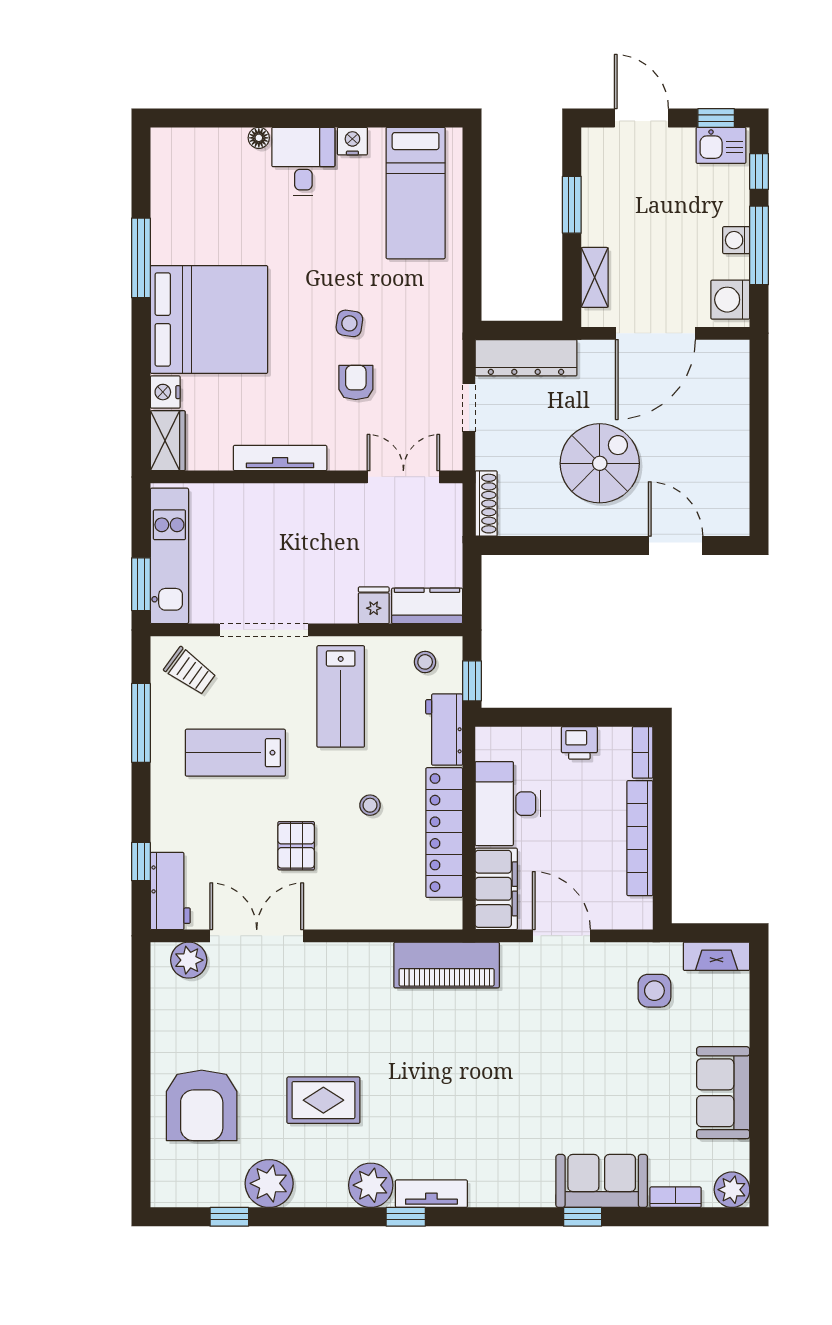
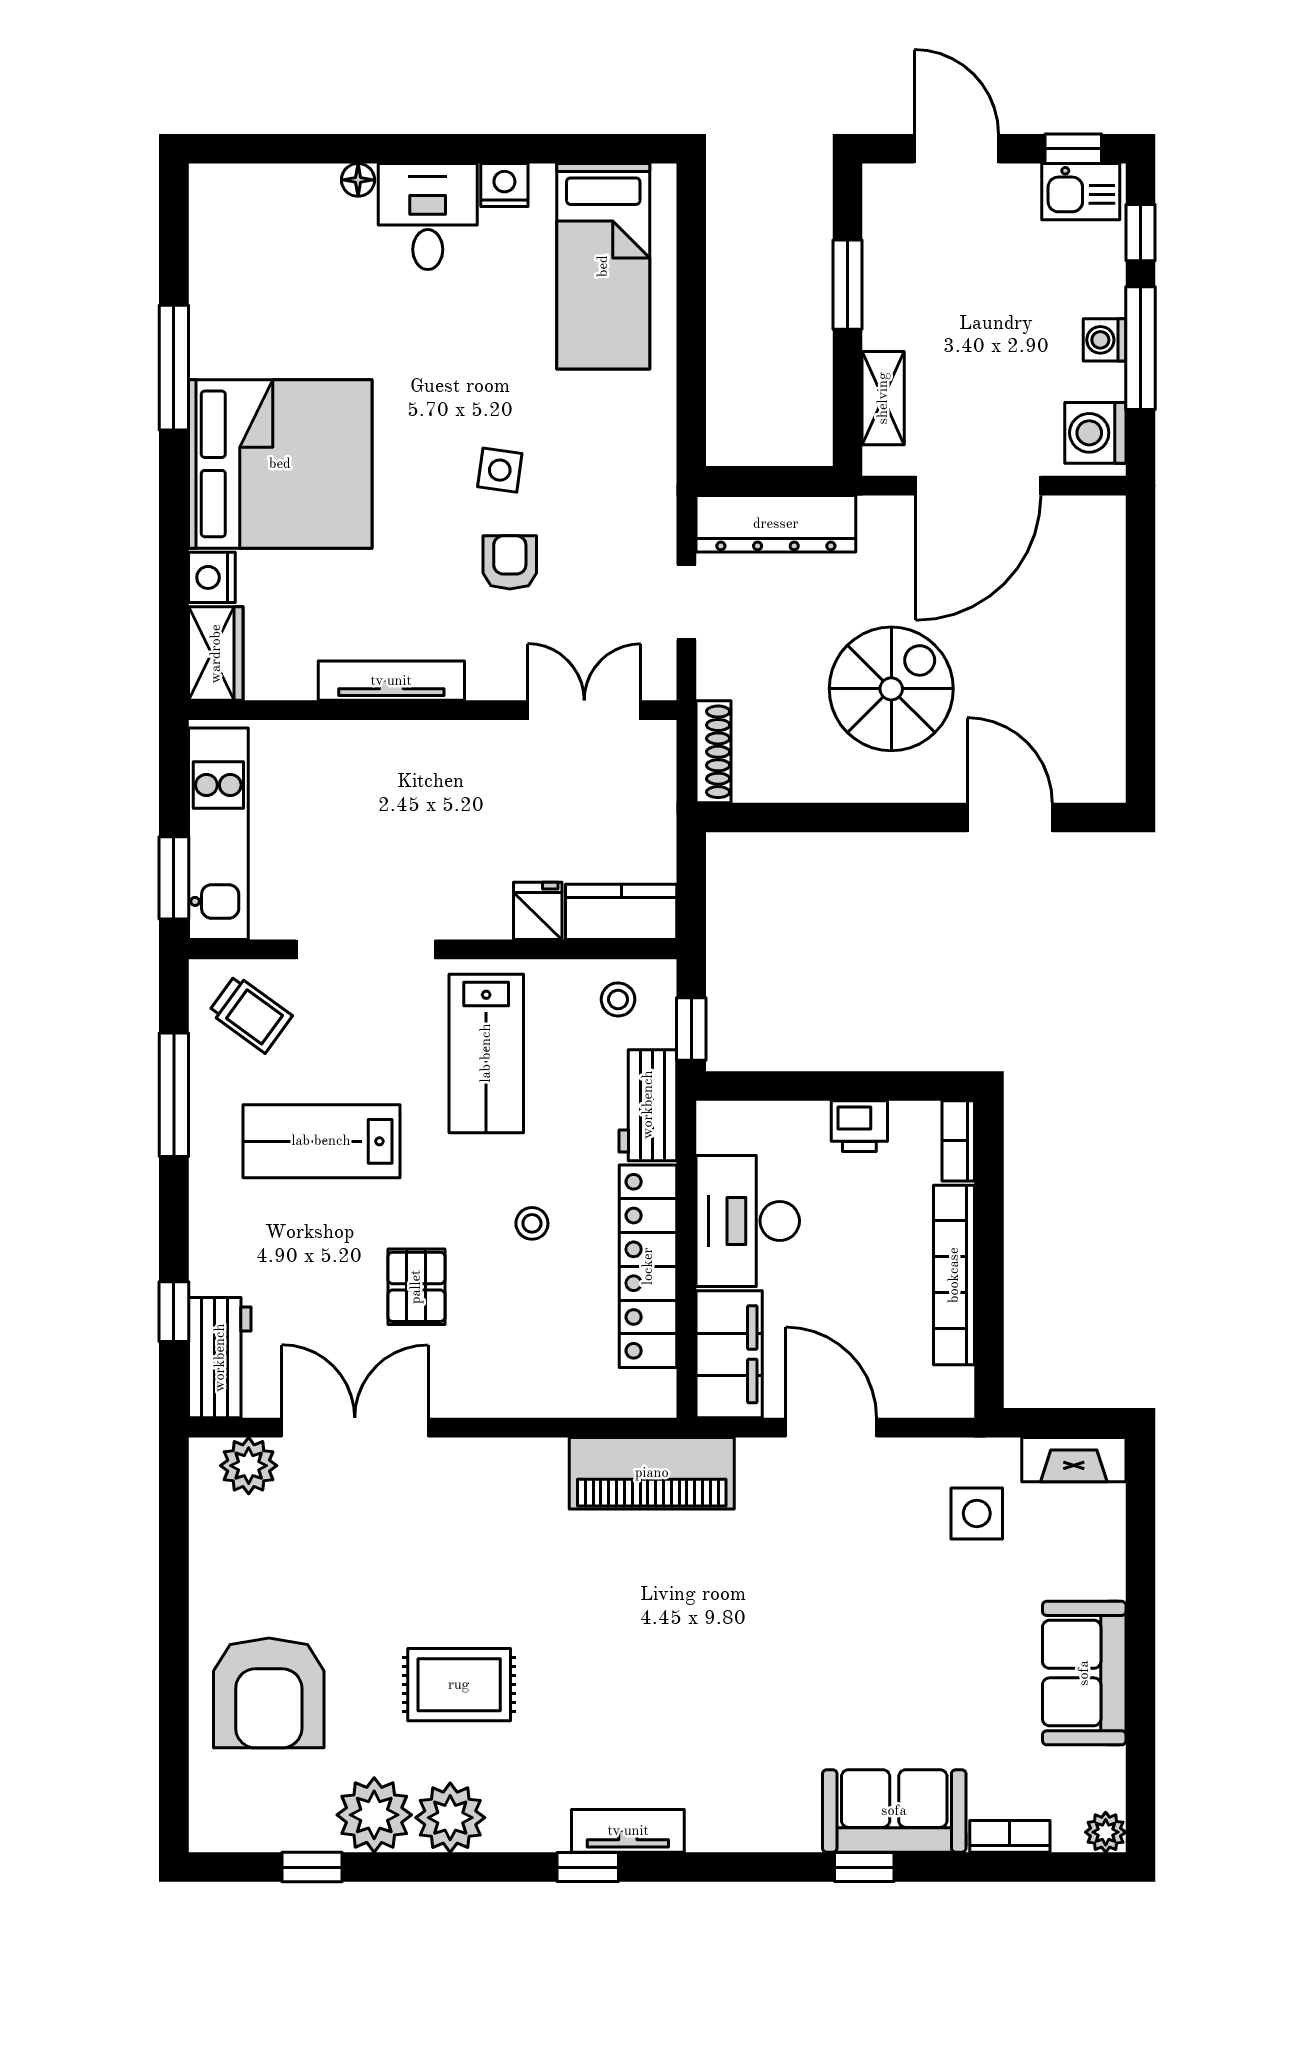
plant: (371, 1185) -> (450, 1818), moved
plant: (732, 1190) -> (1106, 1832), width x0.73, depth x0.73

